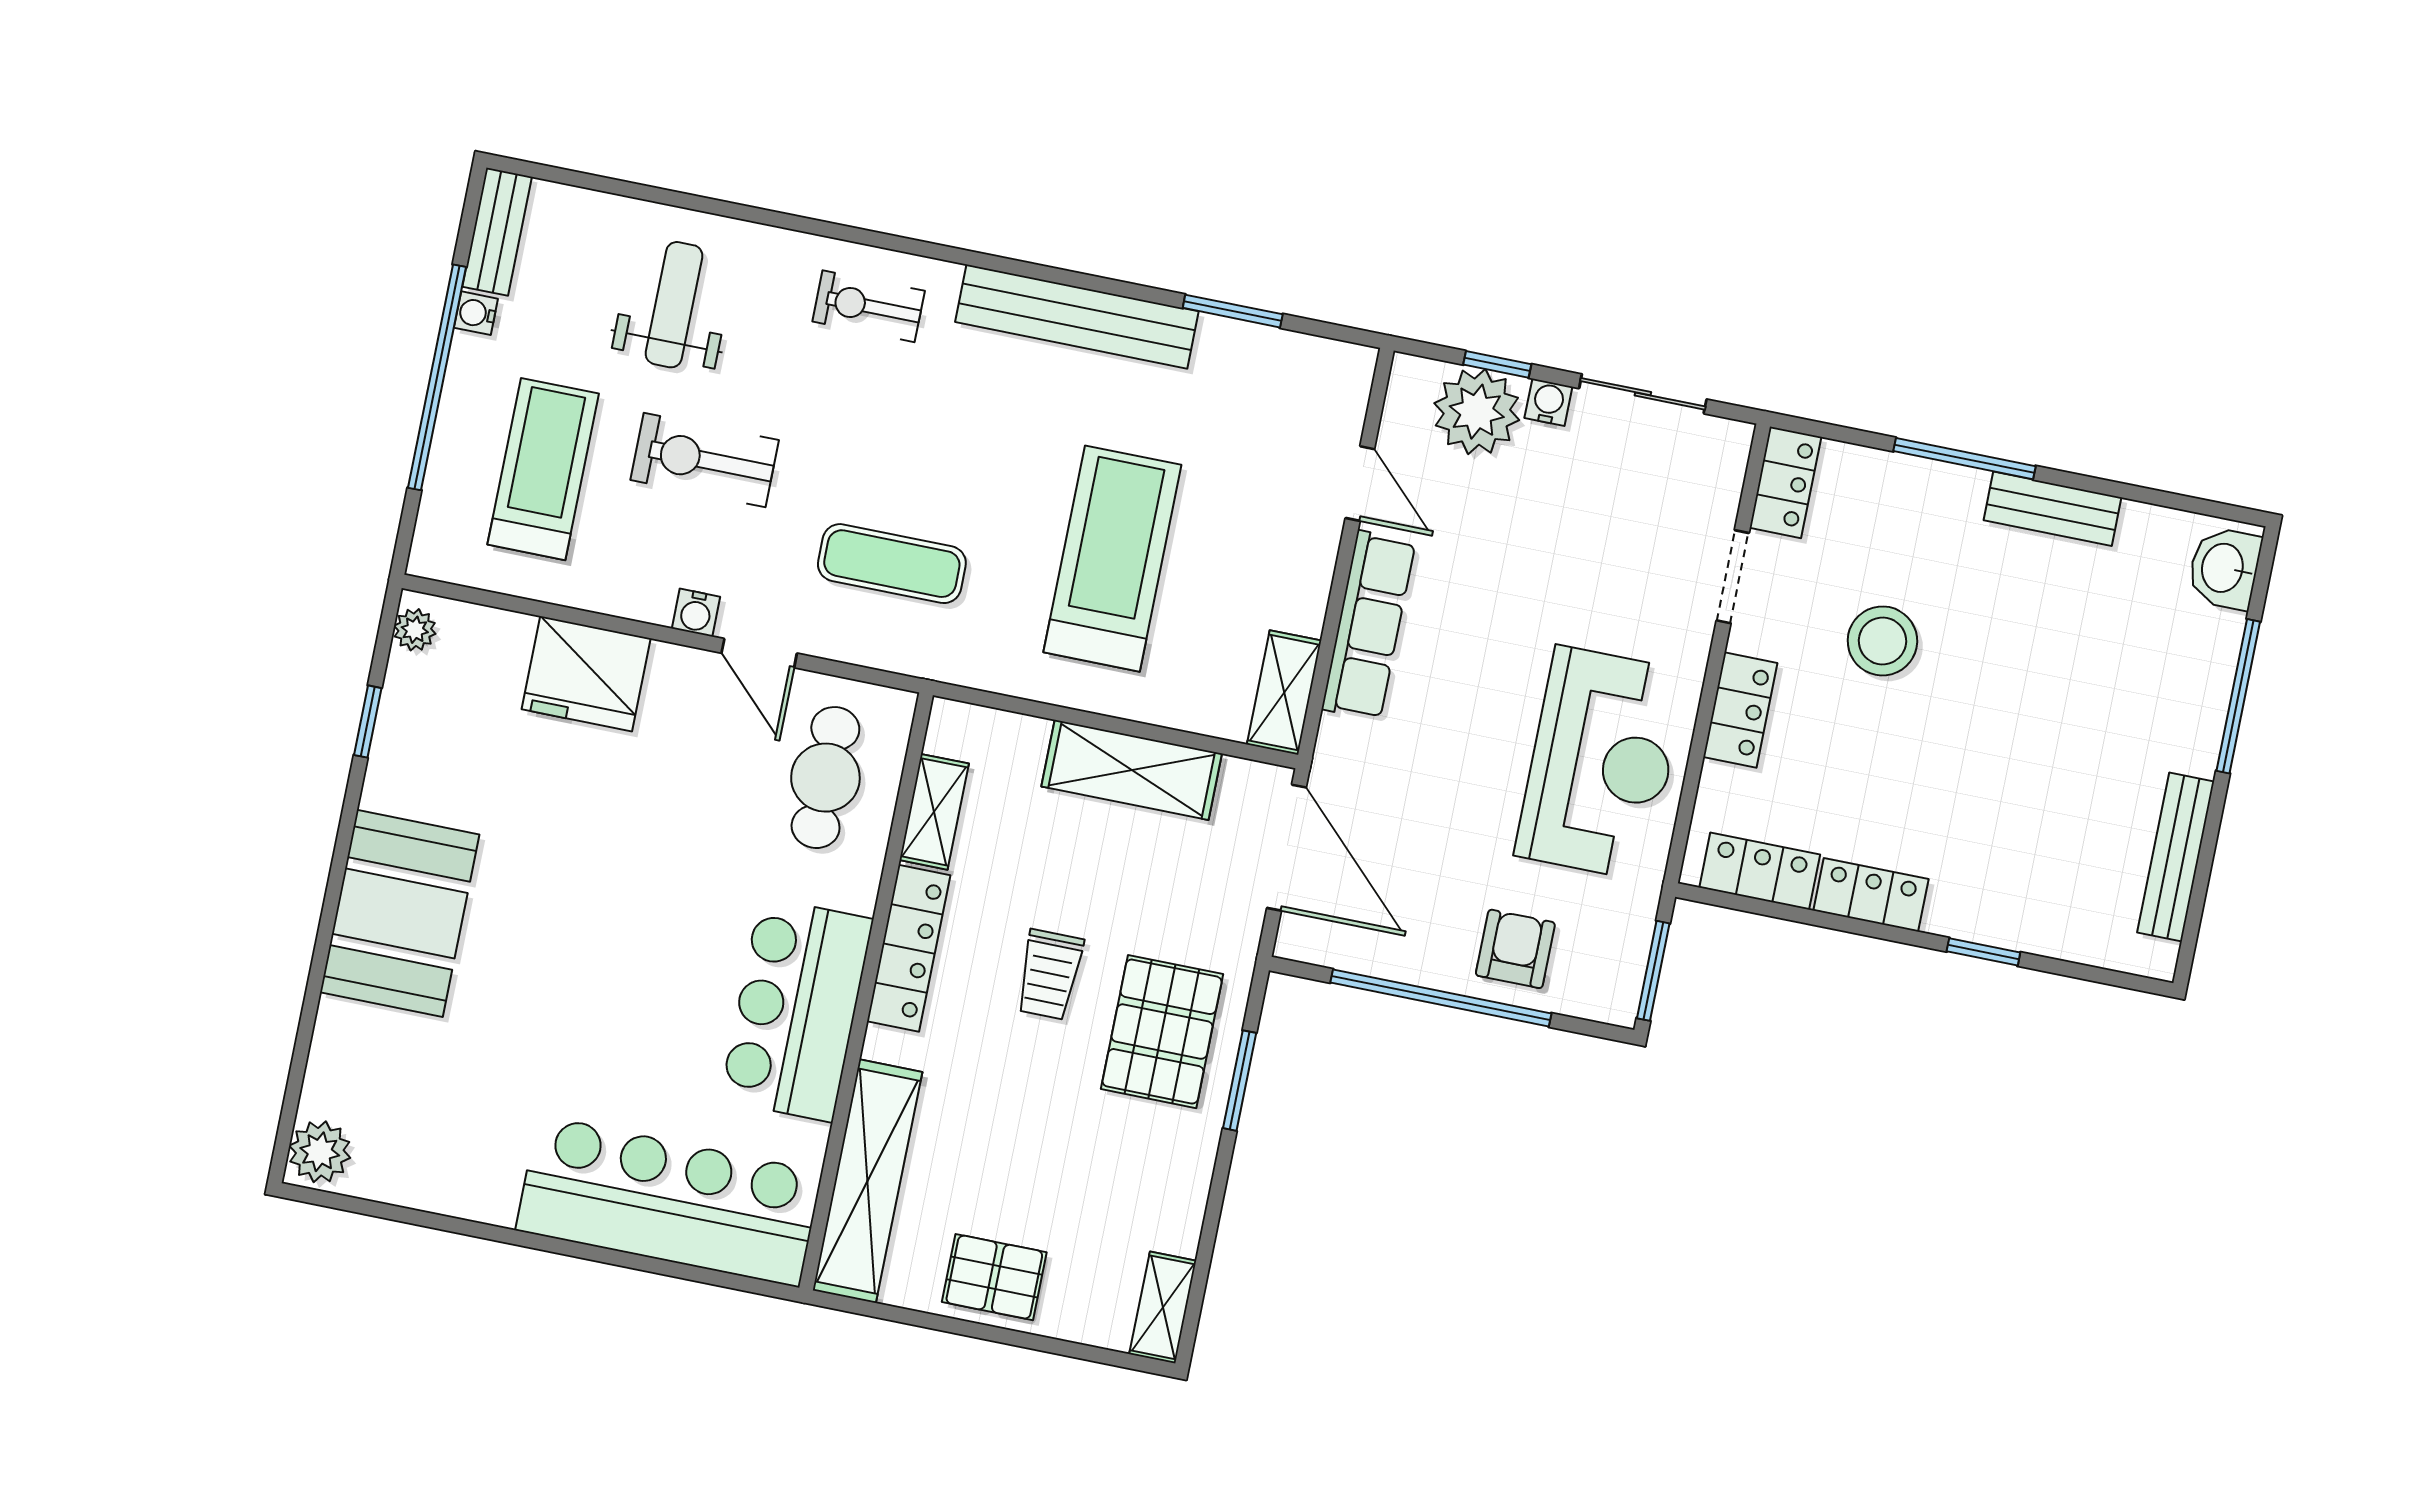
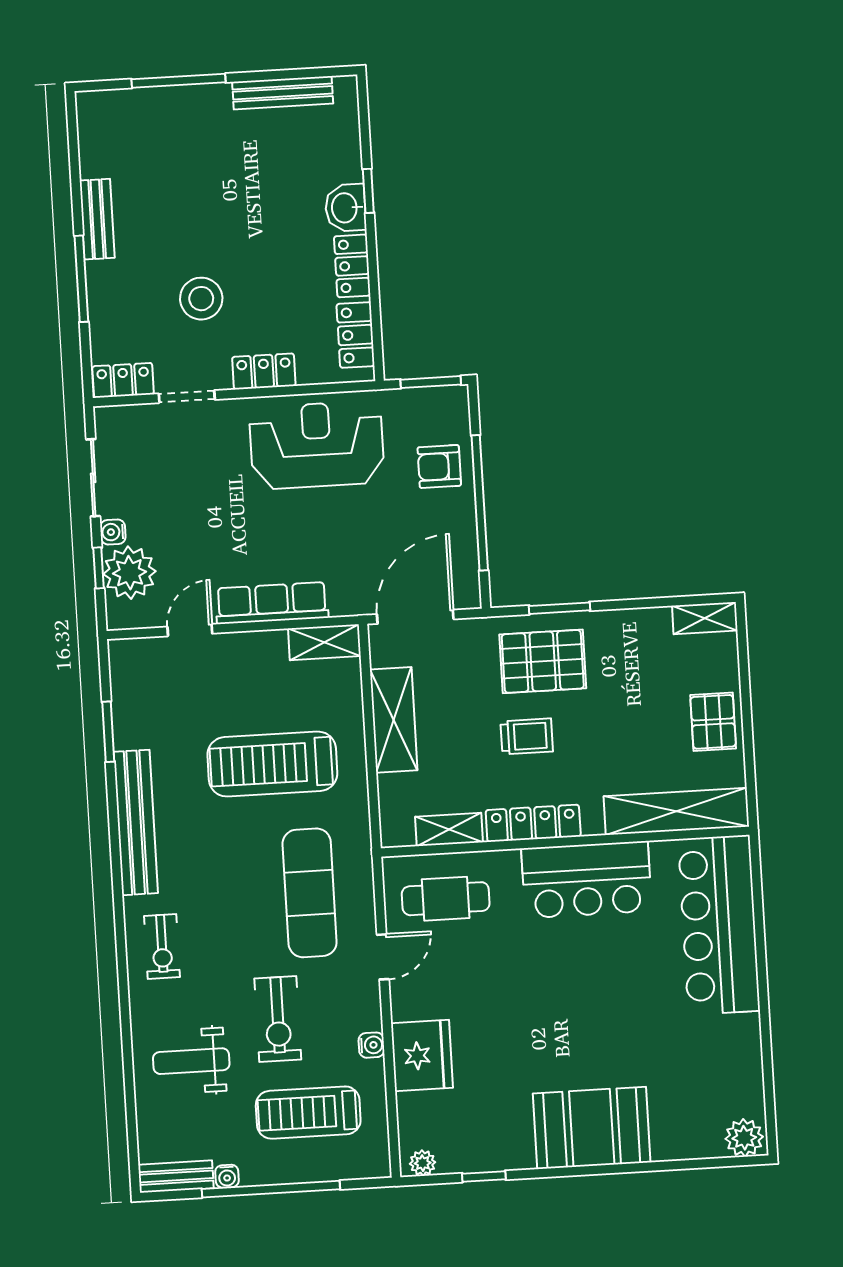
exercise mat: (892, 564) -> (310, 893), width x1.36, depth x1.45
washbasin: (2224, 568) -> (346, 208), moved, turned 90
water cooler: (696, 613) -> (371, 1045), moved

